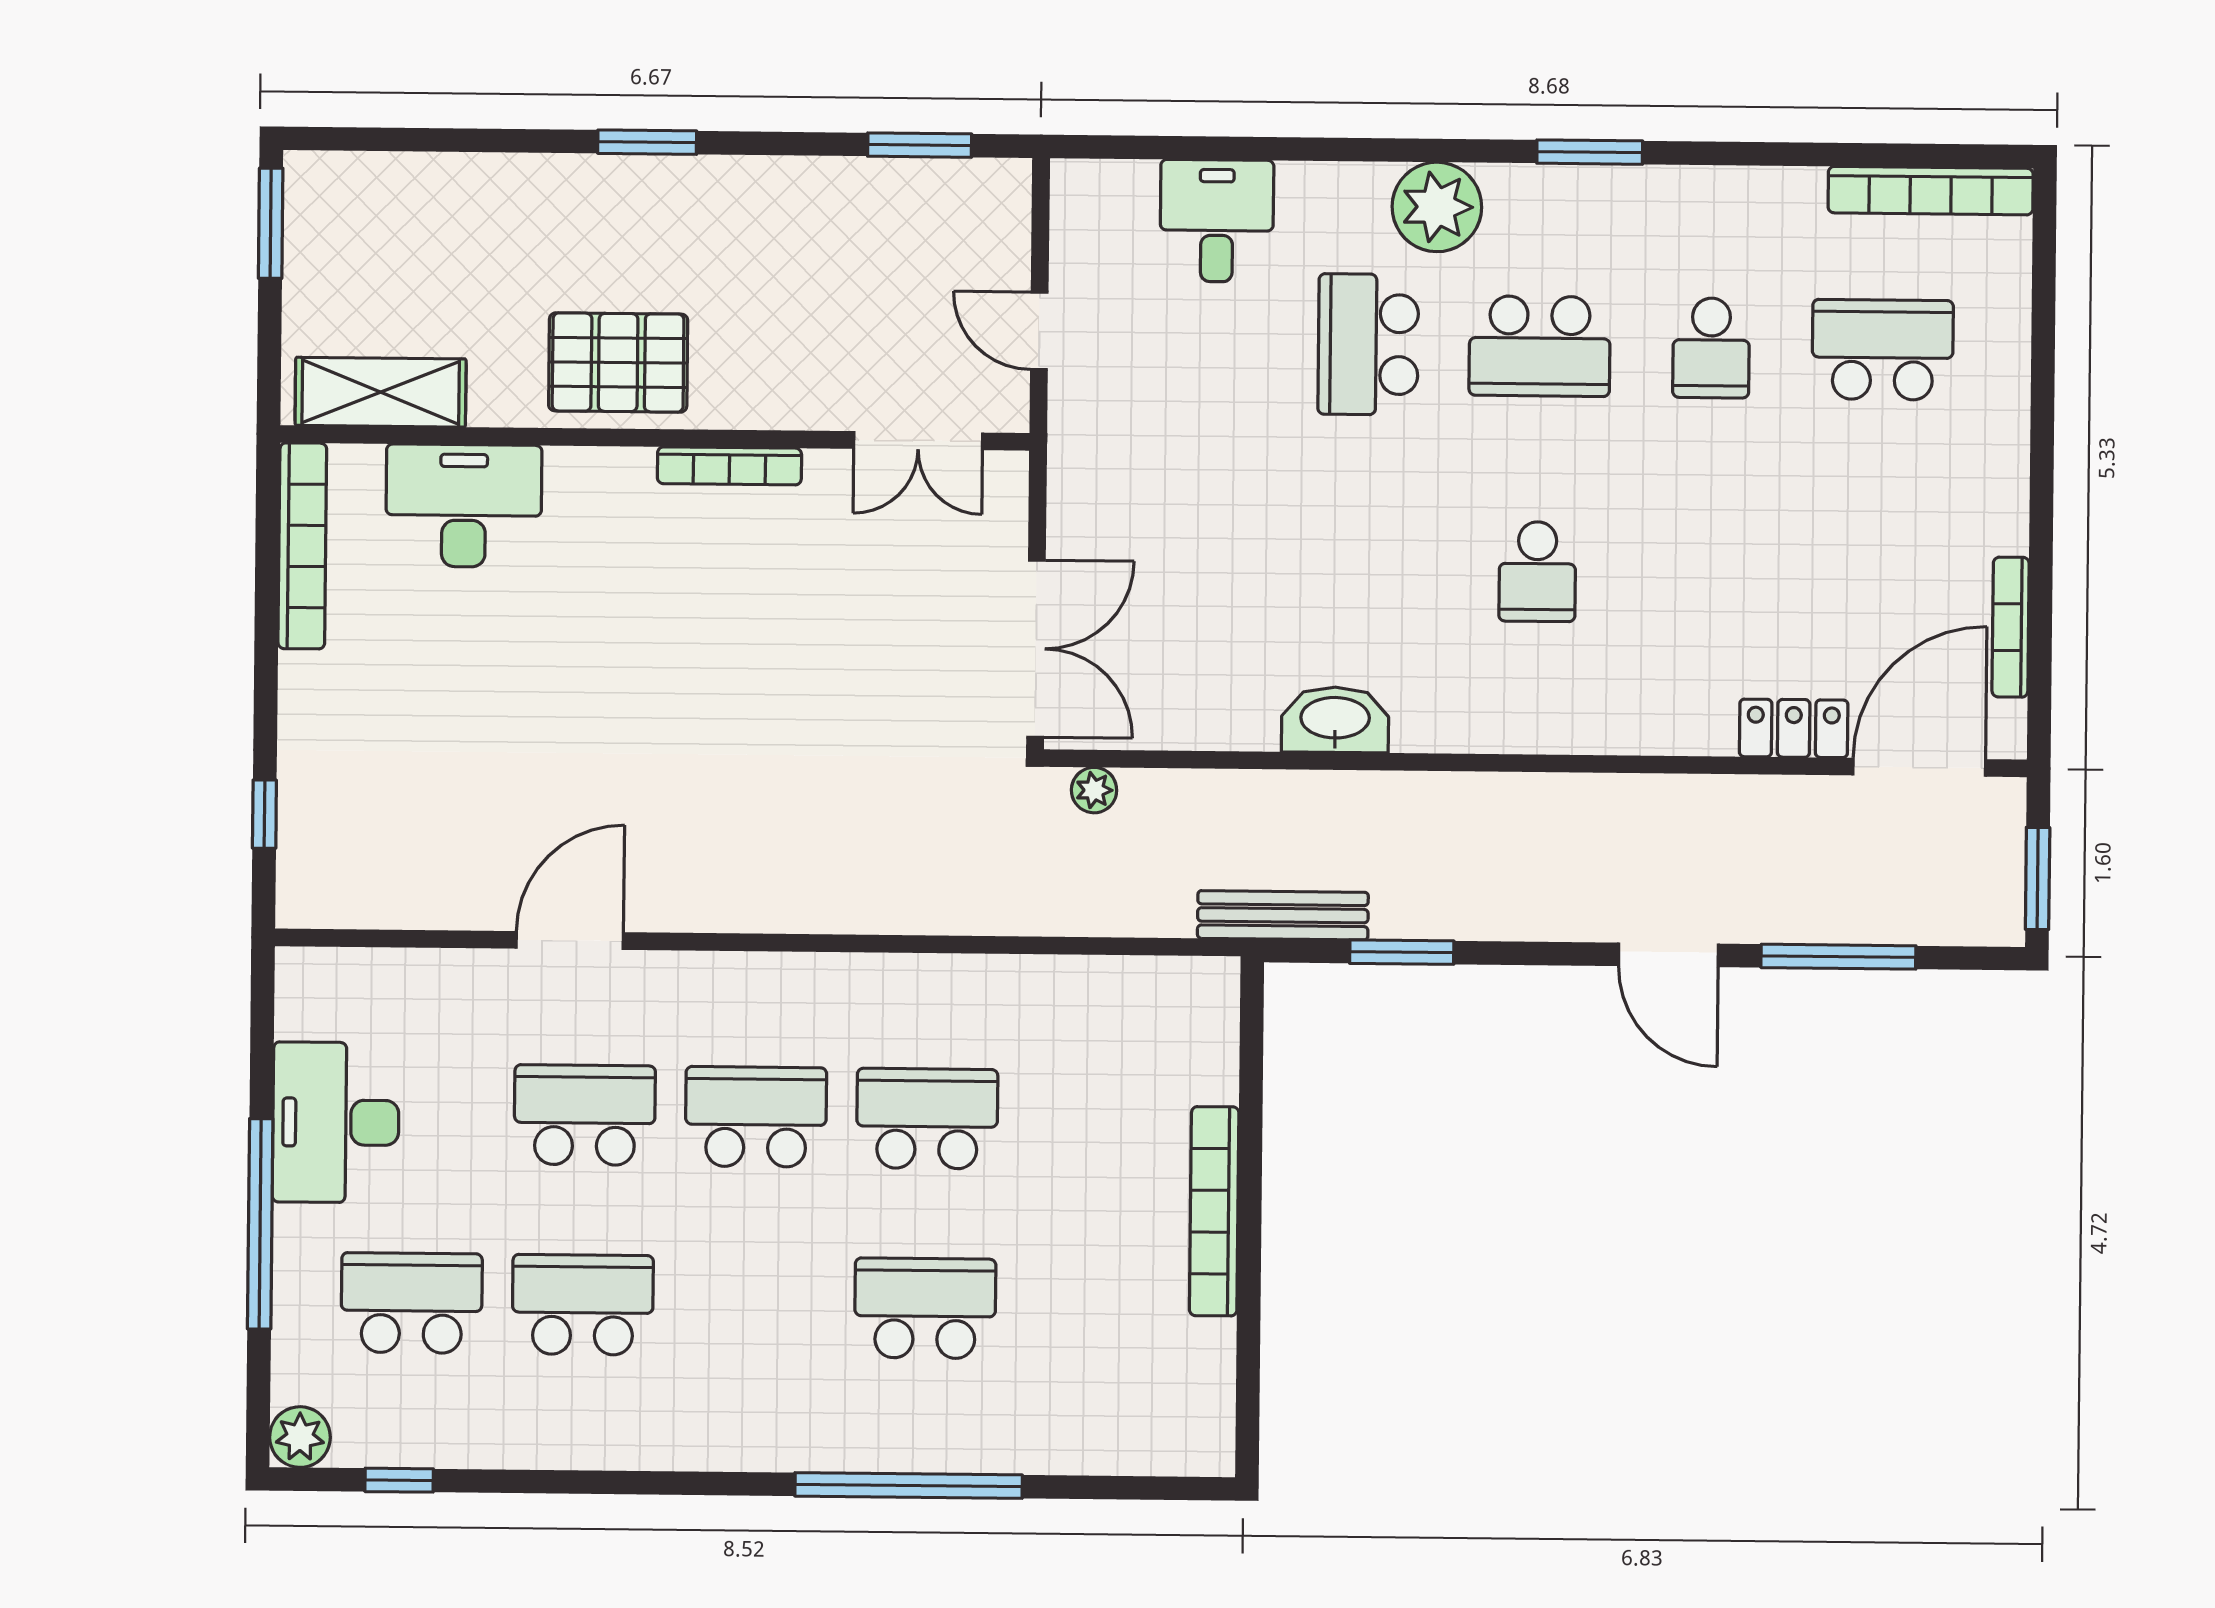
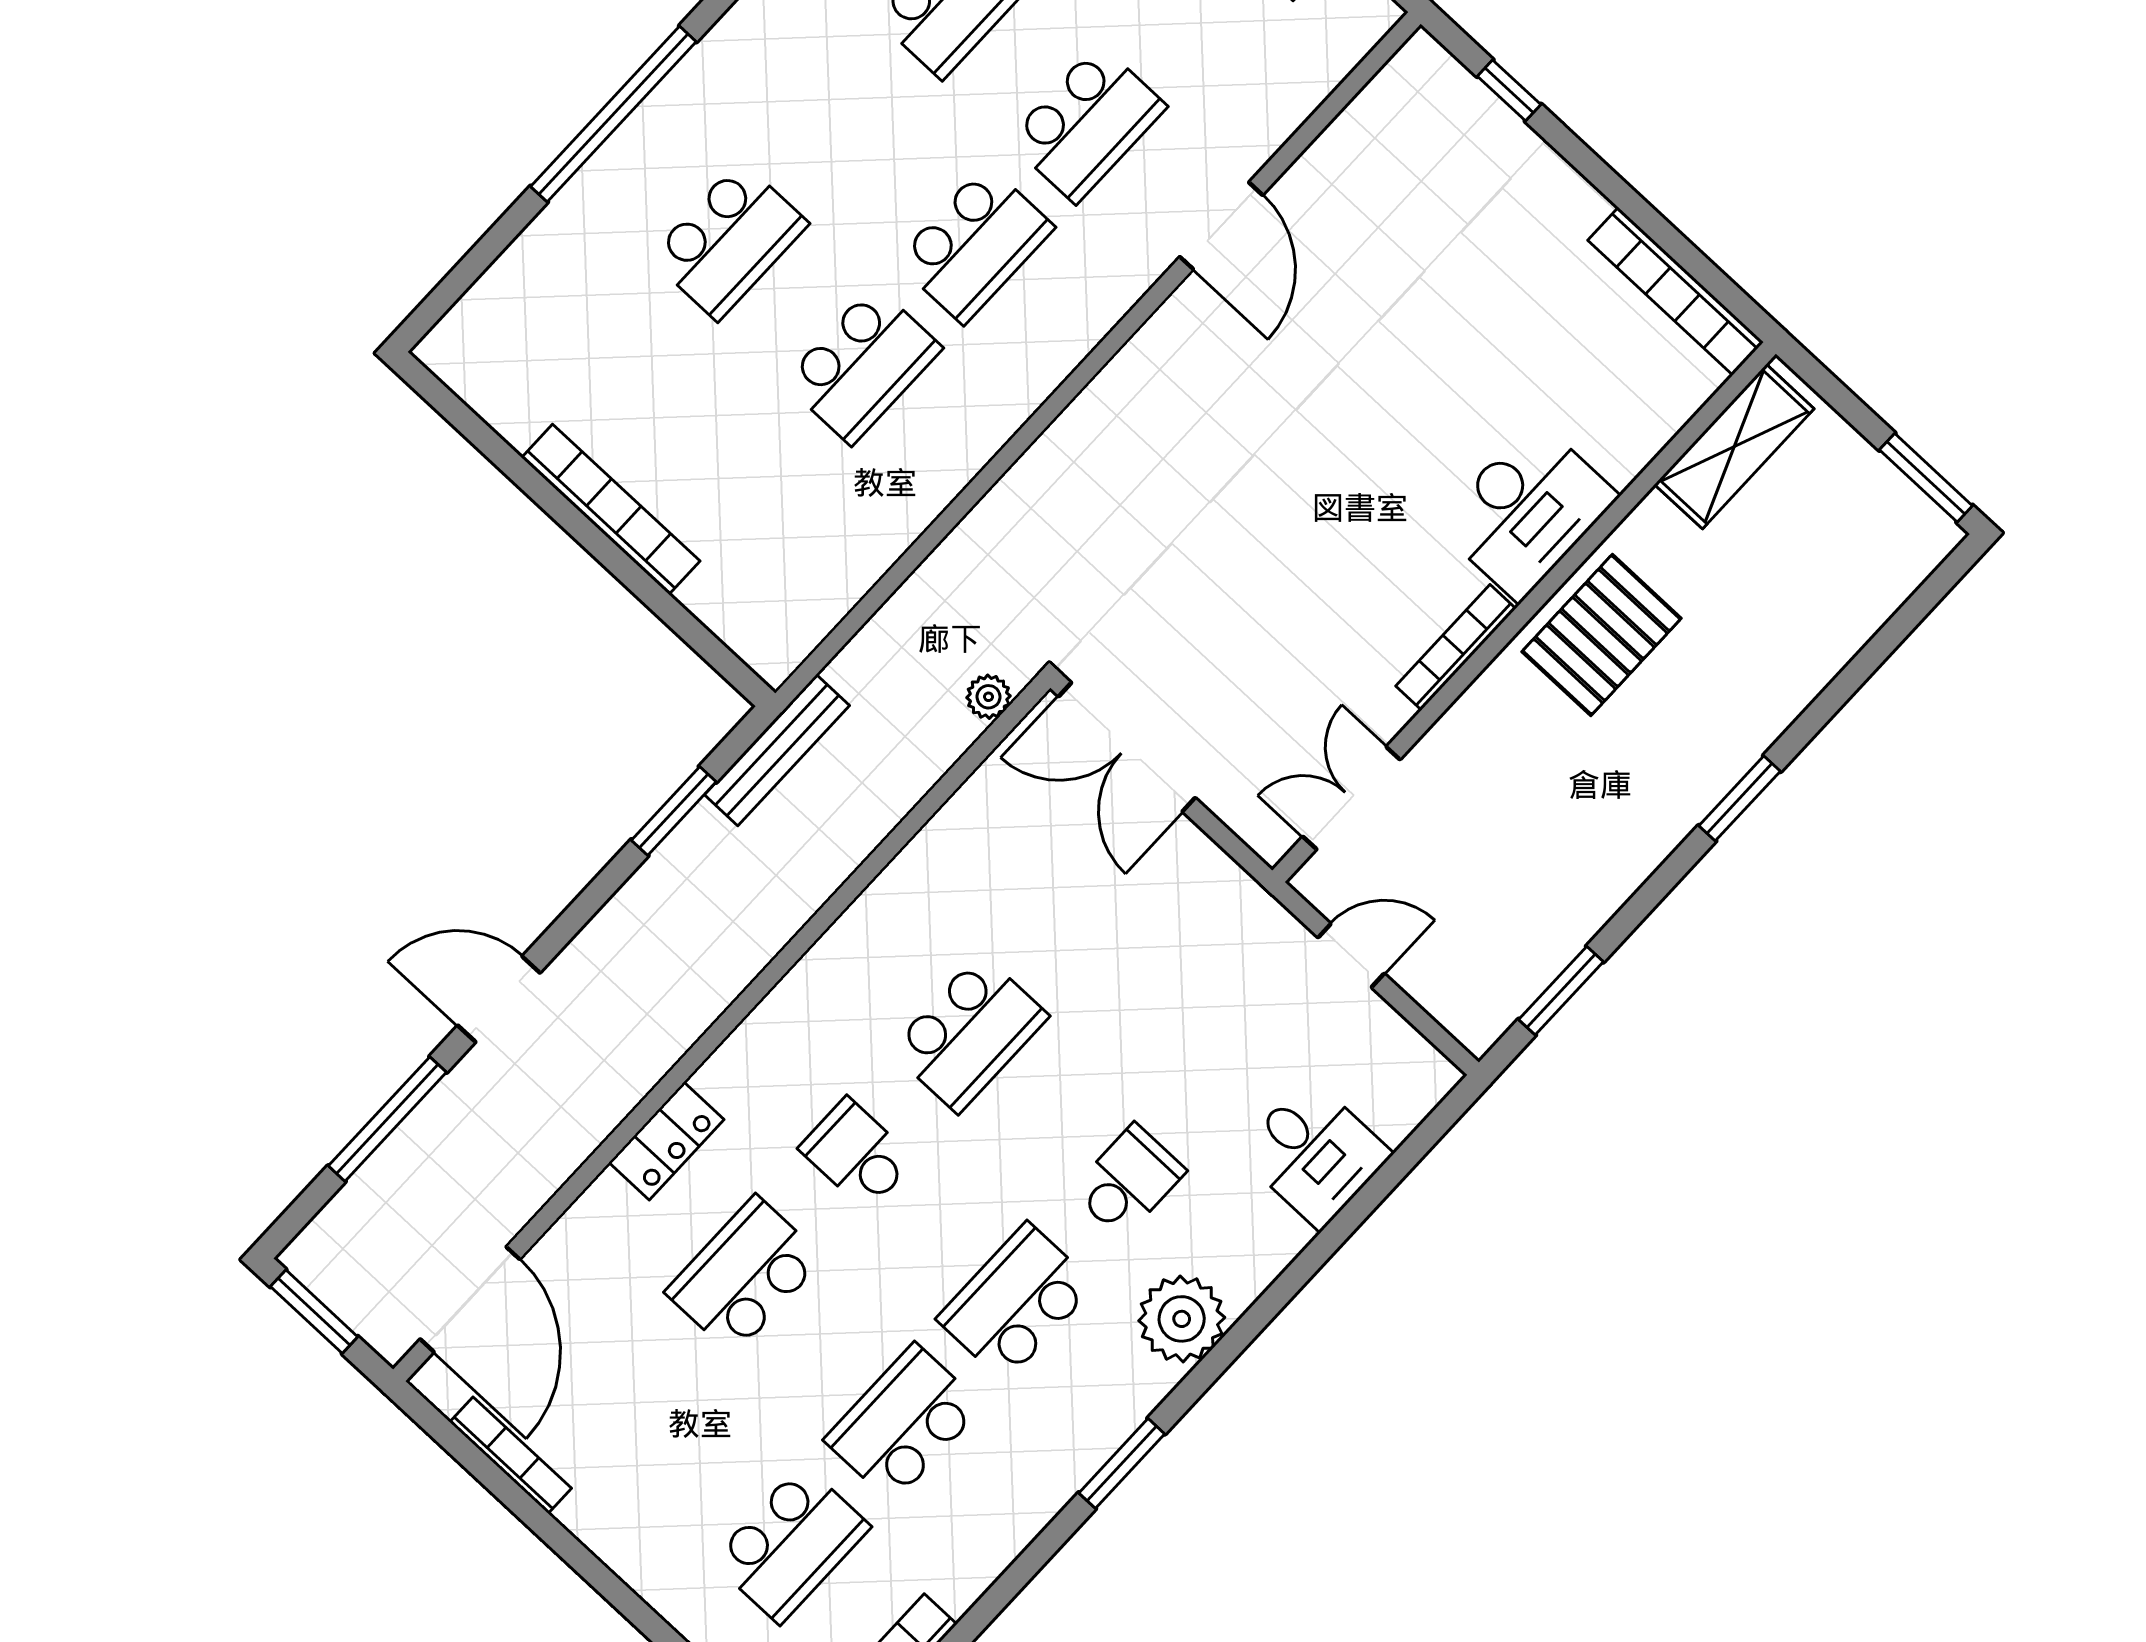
school desk: (1368, 344) -> (1128, 1181), width x0.54
school desk: (1711, 348) -> (904, 1423), width x1.85
desk: (464, 506) -> (1527, 510), moved
school desk: (1366, 570) -> (969, 1033), added
school desk: (1709, 573) -> (744, 1275), added
washbasin: (1335, 720) -> (882, 914), removed
locker: (1794, 728) -> (667, 1141), moved

